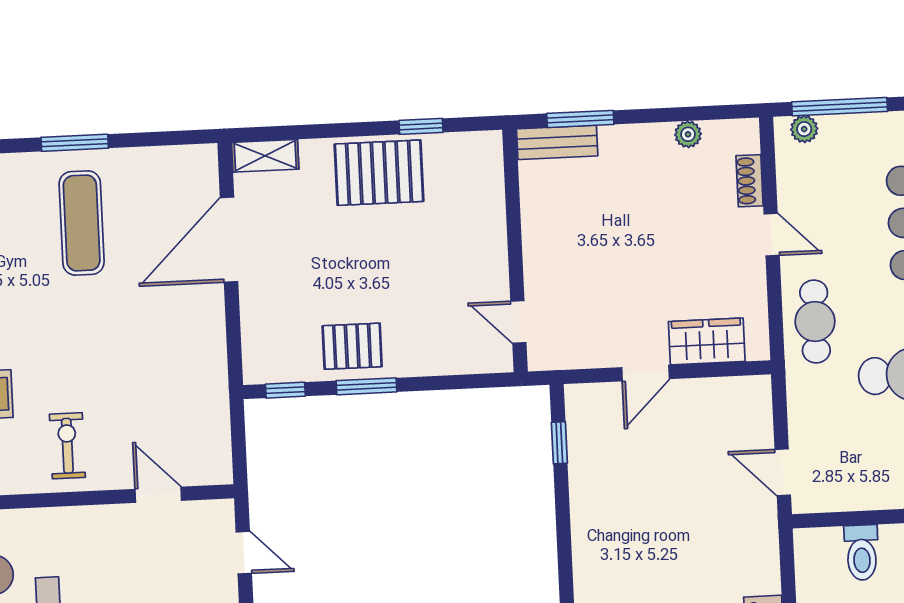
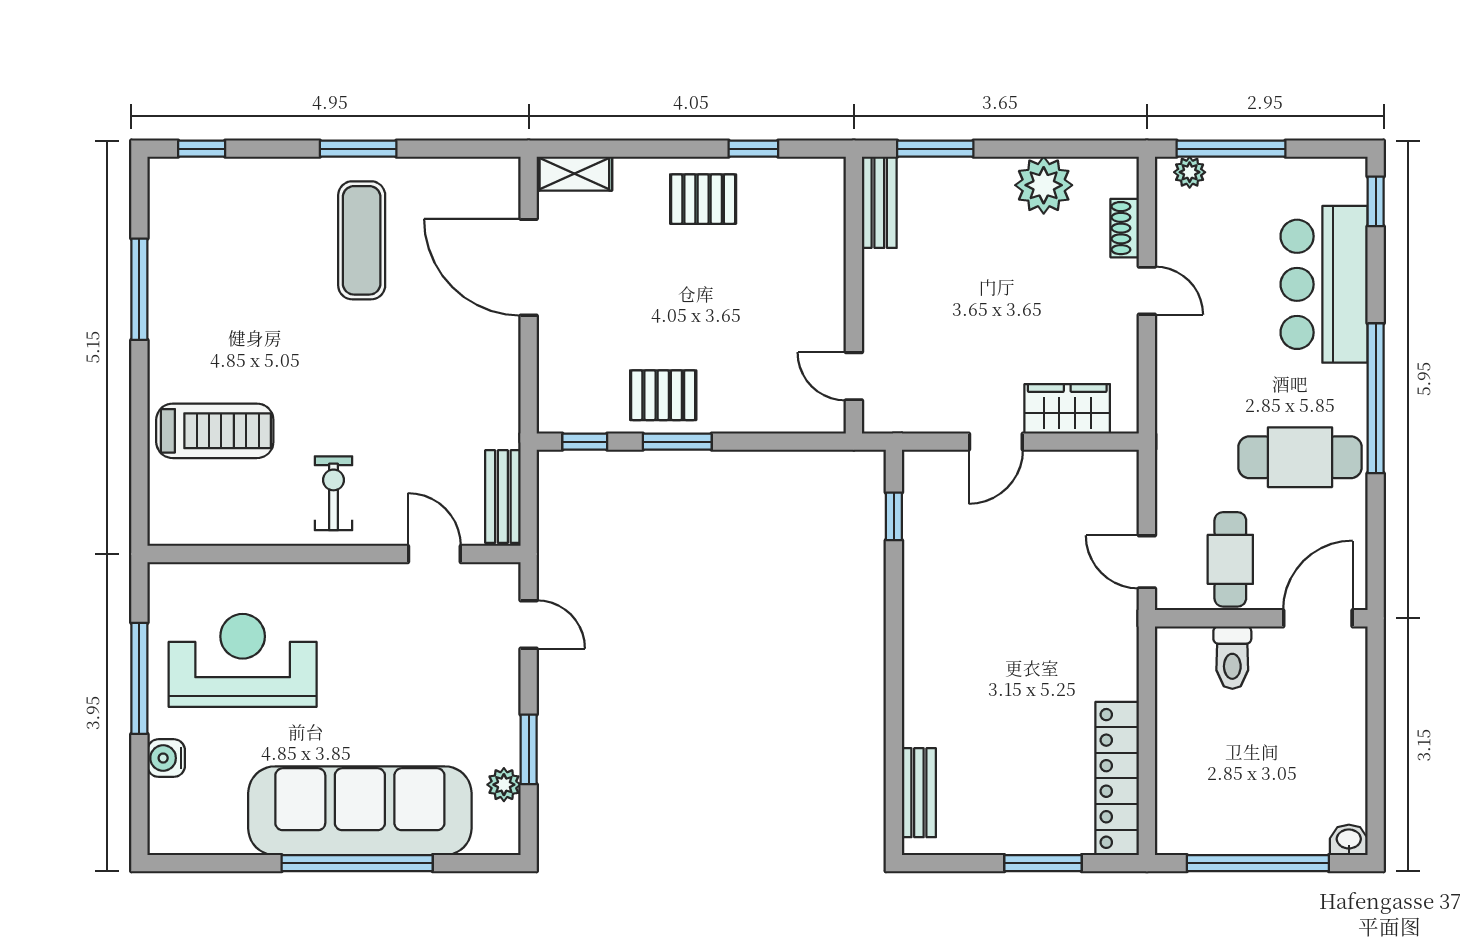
plant: (688, 134) -> (1044, 185), width x1.88, depth x1.88
bench: (557, 142) -> (879, 202), moved, turned 90
pallet: (379, 173) -> (703, 199), width x0.67, depth x0.71
door: (229, 240) -> (529, 267), hinge flipped
cafe table: (815, 321) -> (1230, 559), moved
bench: (216, 442) -> (503, 497), added

